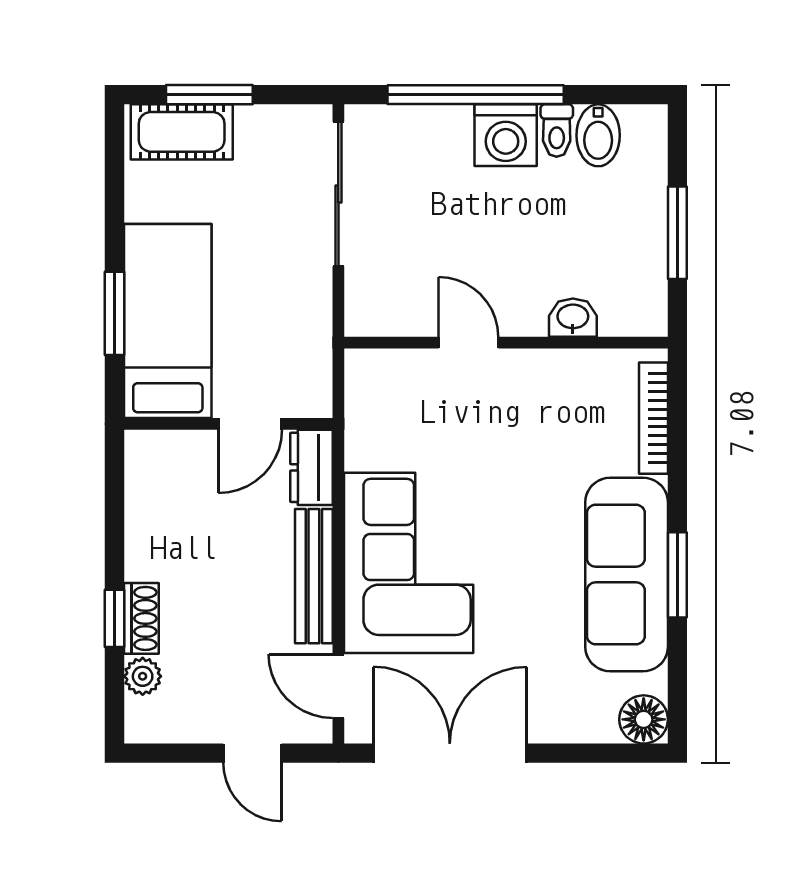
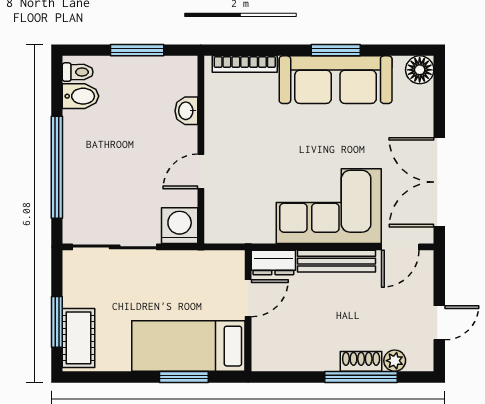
toilet: (557, 130) -> (78, 72), moved
washing machine: (506, 135) -> (180, 226), moved, turned -90
door: (250, 424) -> (248, 298), hinge flipped
window: (114, 618) -> (361, 377), width x2.17
door: (252, 753) -> (439, 323), moved

